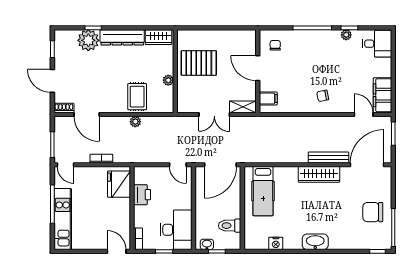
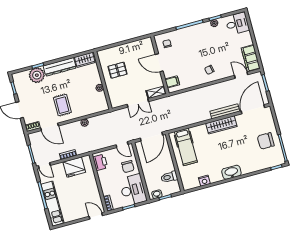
pallet: (199, 63) -> (117, 70), width x0.67, depth x0.71
rug: (137, 97) -> (62, 105), moved
fridge: (119, 184) -> (74, 167), moved, turned -90
printer: (142, 195) -> (100, 162), moved
chair: (178, 197) -> (128, 167), added

